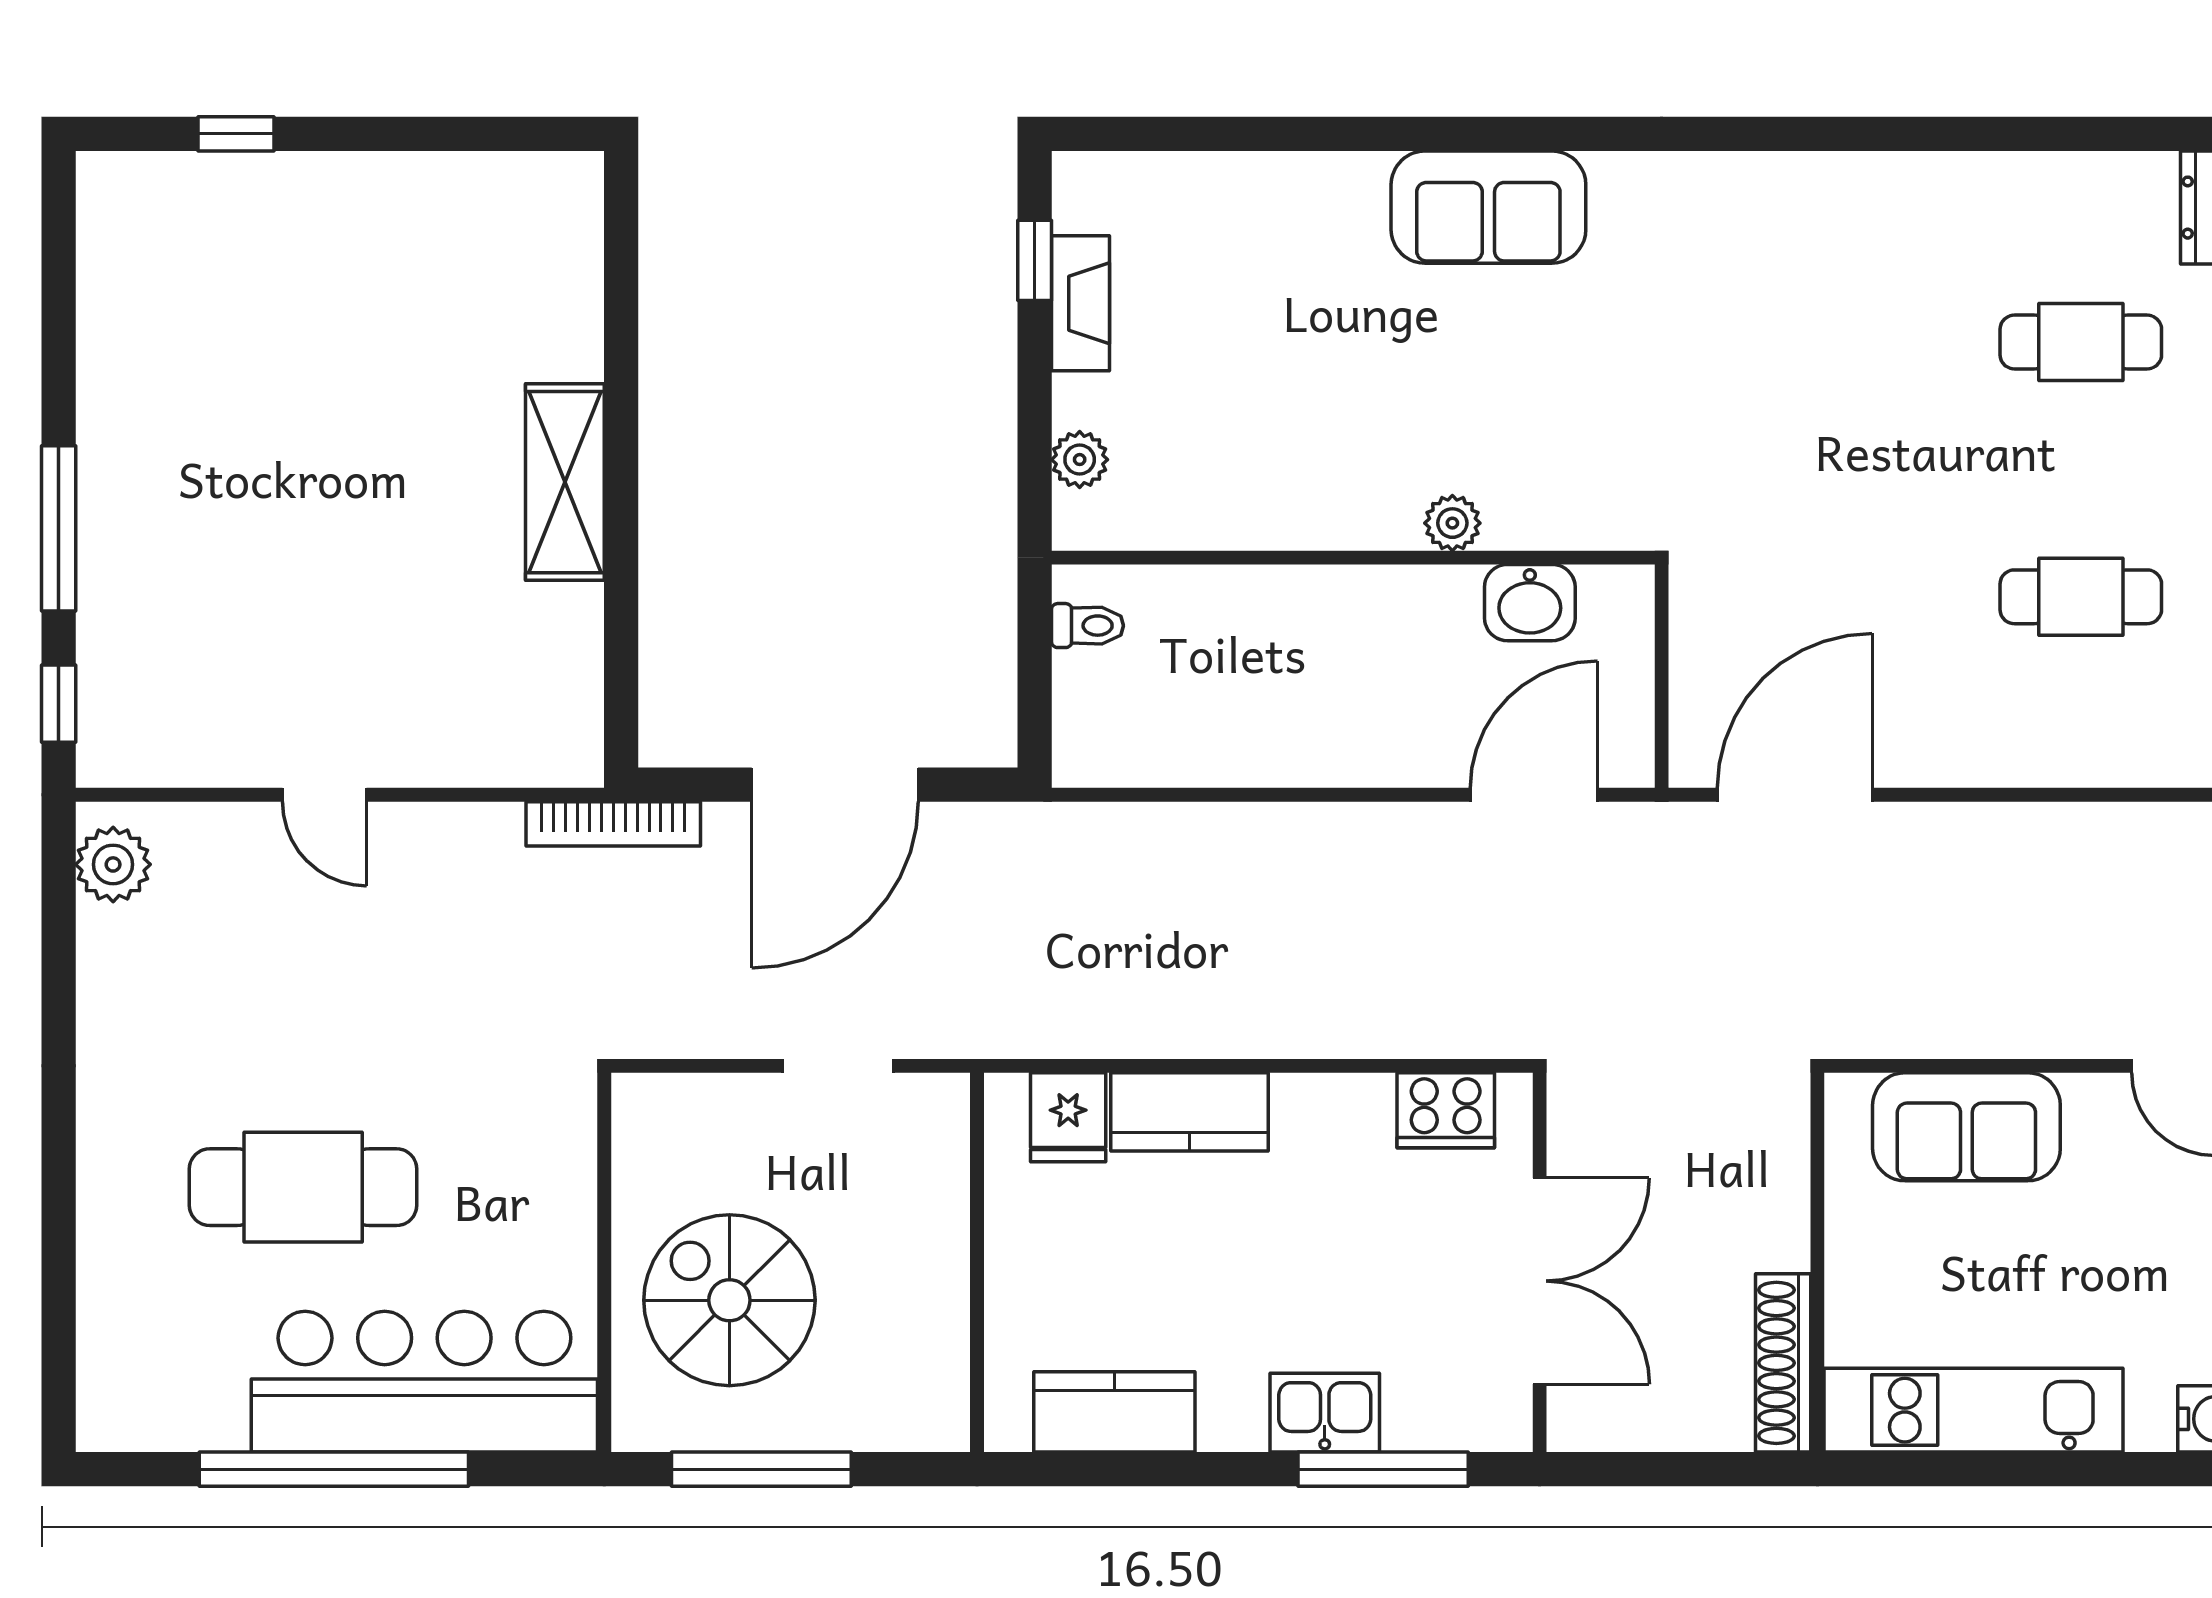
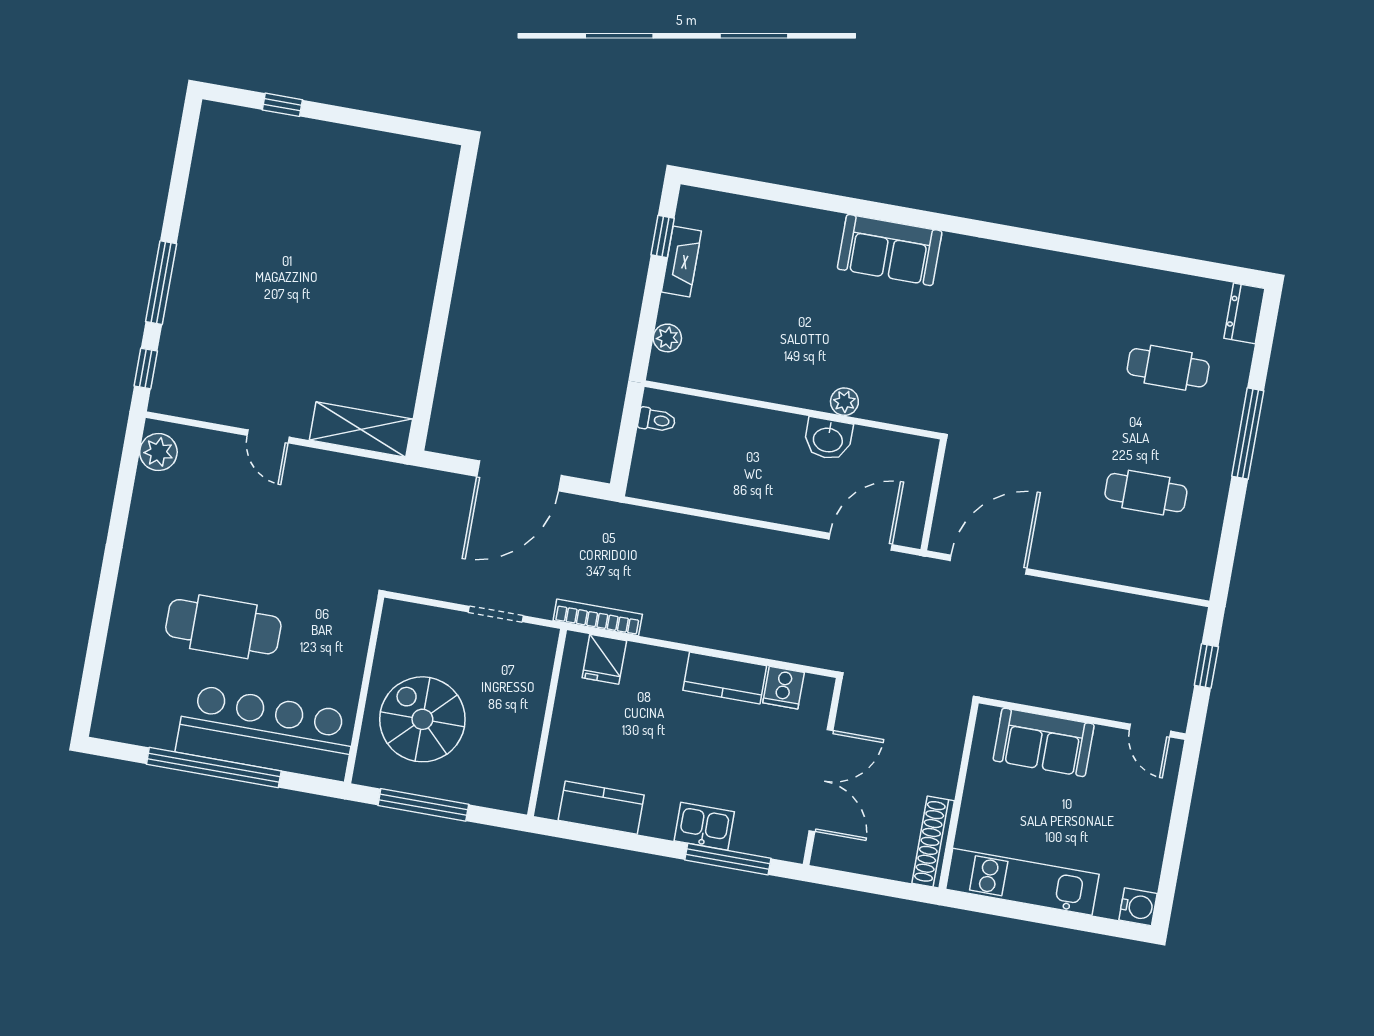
shelving: (565, 482) -> (361, 430), moved, turned 90
washbasin: (1530, 603) -> (828, 439), moved
bookcase: (613, 824) -> (598, 617), moved, turned 180
cooker: (1446, 1110) -> (784, 688), width x0.73
kitchen counter: (1190, 1112) -> (725, 678), moved

